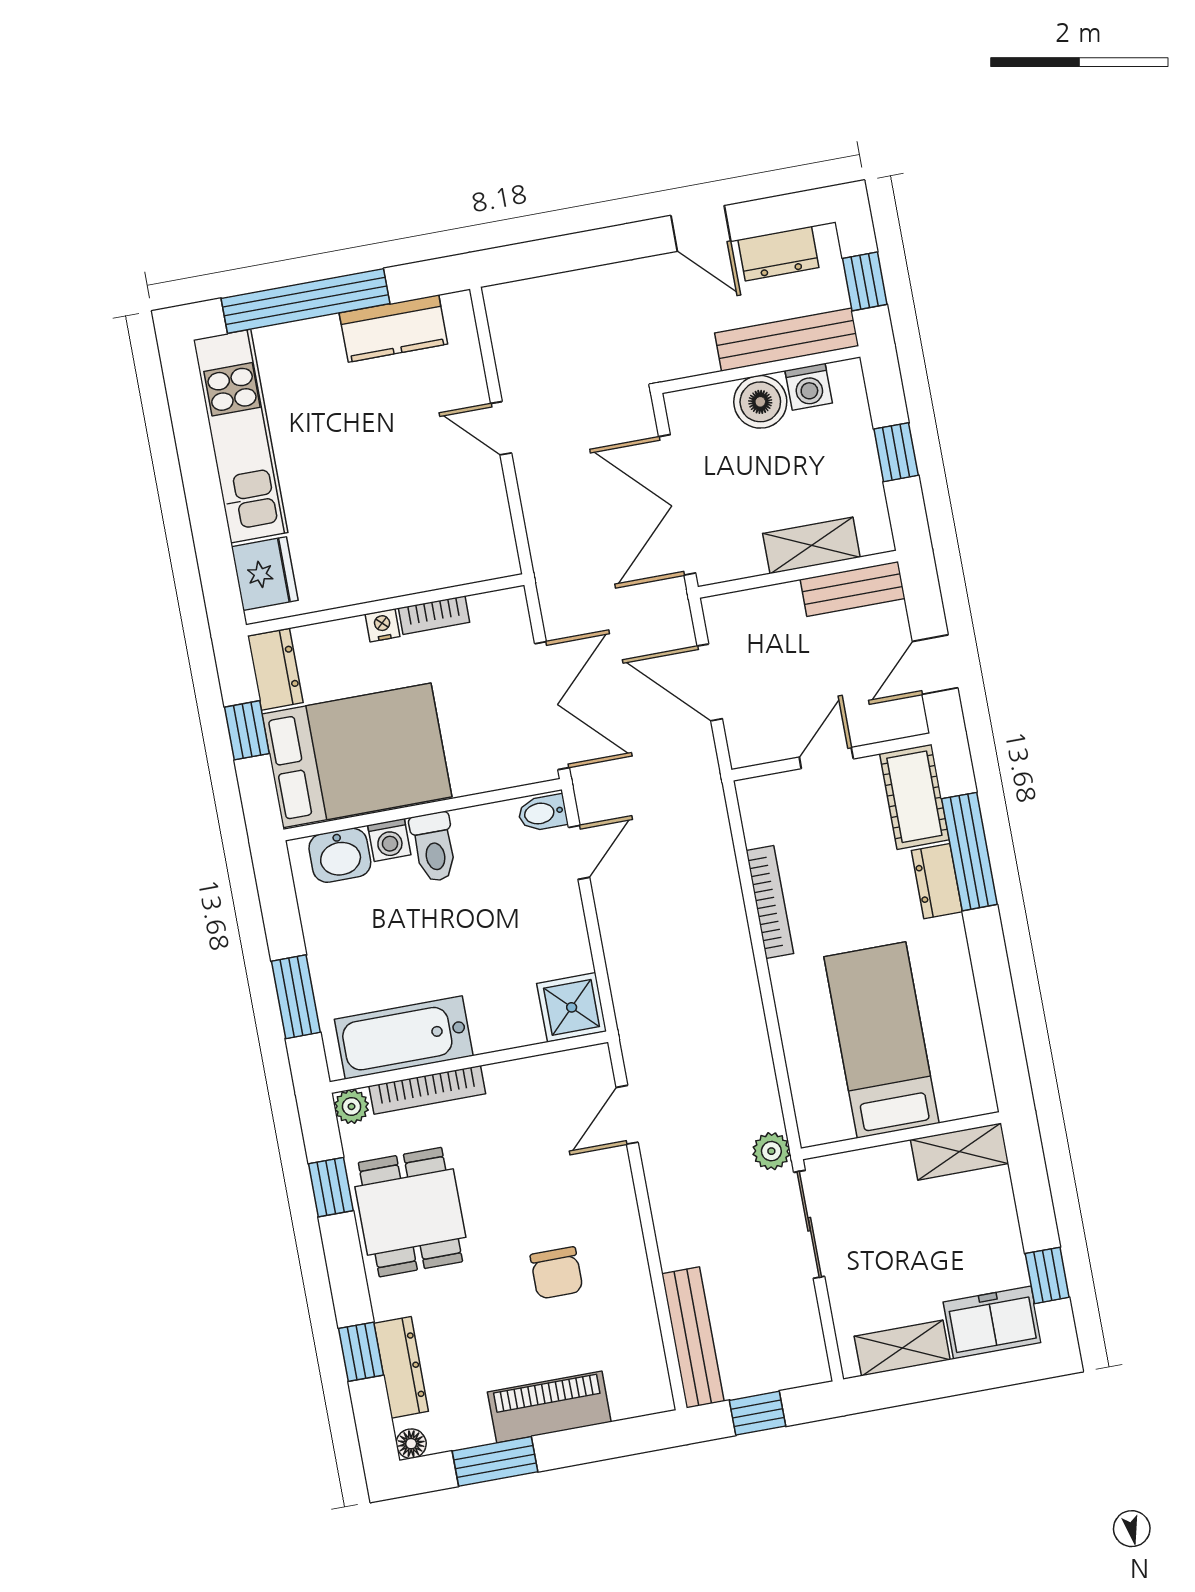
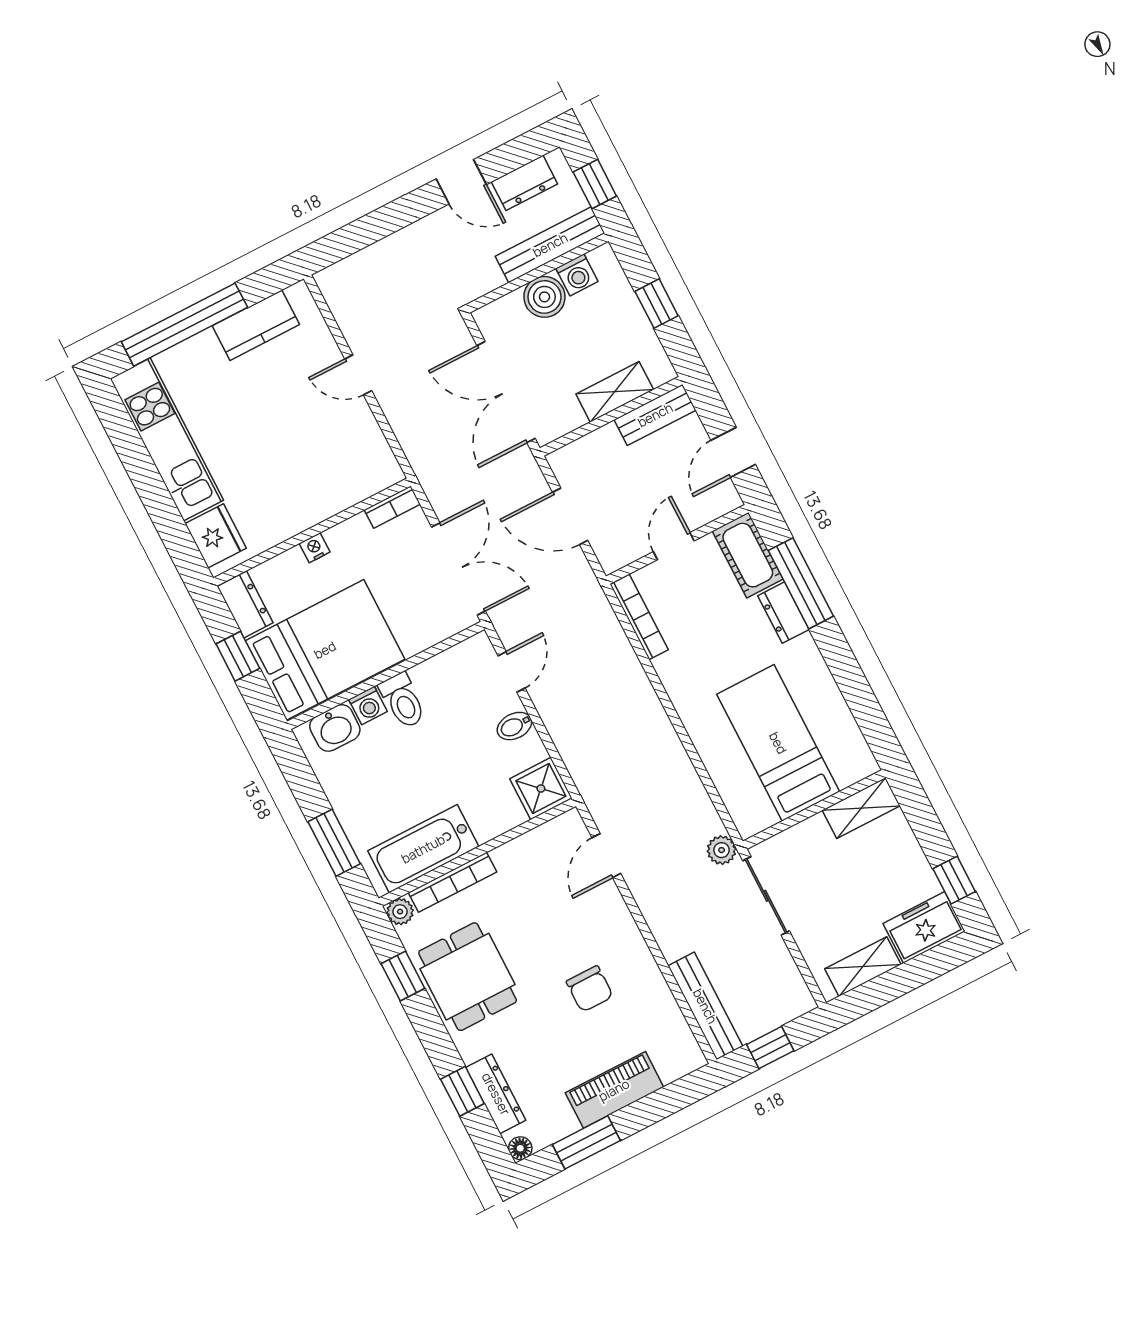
bookcase: (434, 615) -> (392, 507), moved
bidet: (543, 813) -> (514, 726), moved
bookcase: (770, 902) -> (639, 617), moved

